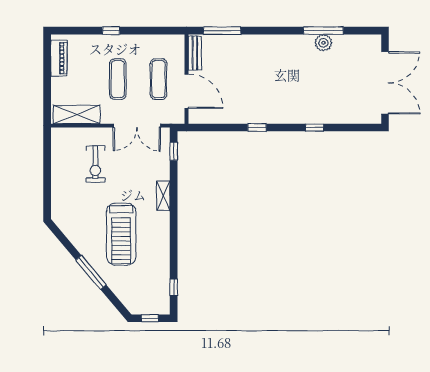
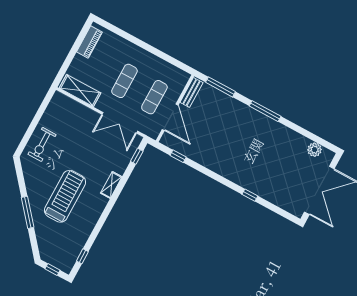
window: (111, 31) -> (139, 43), removed
window: (323, 31) -> (265, 111), moved
plant: (323, 43) -> (315, 150), moved
window: (257, 128) -> (178, 156), moved
exercise bike: (95, 164) -> (42, 144), moved
treadmill: (121, 234) -> (65, 196), turned 180

